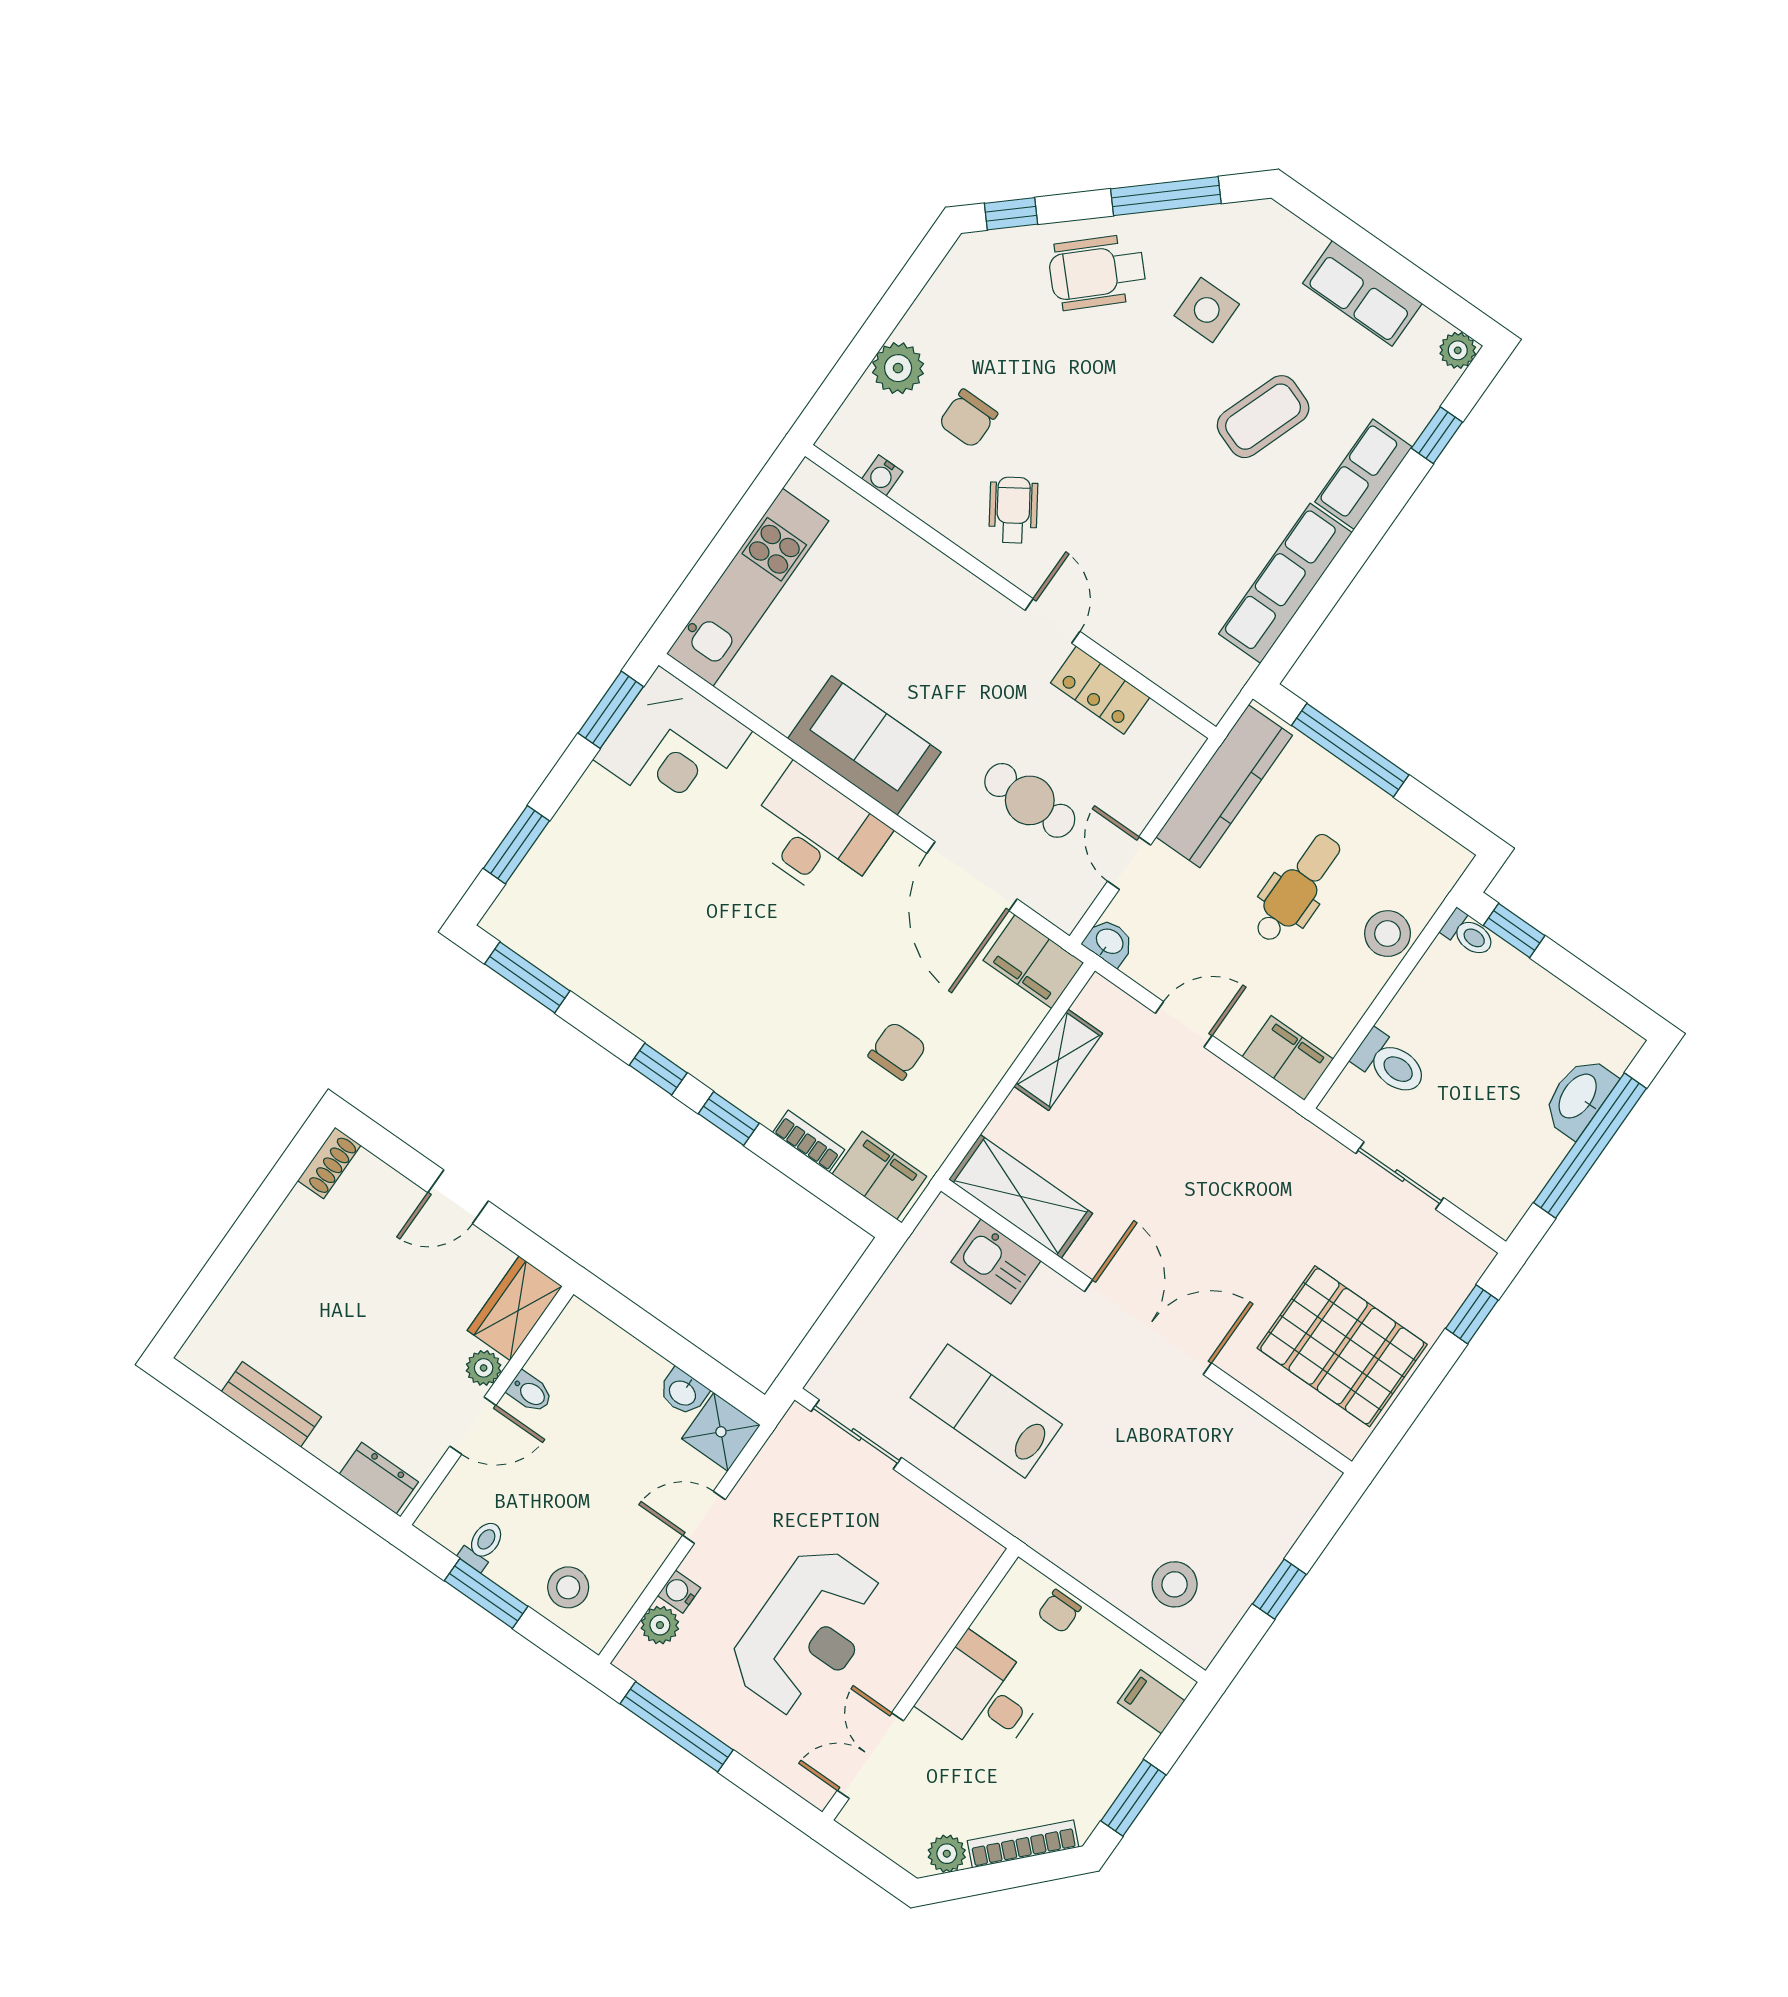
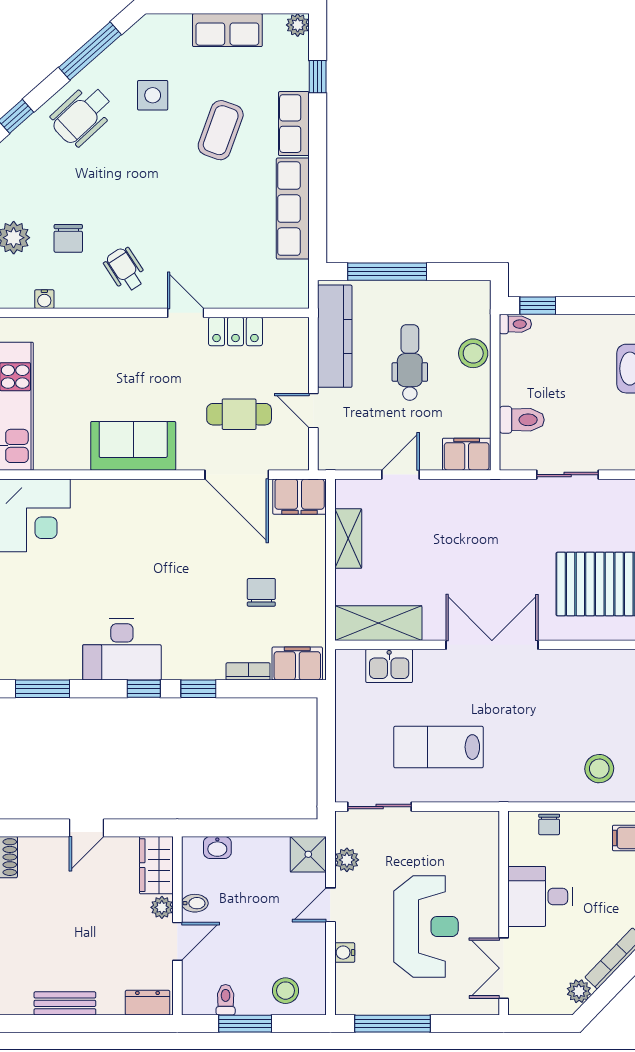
desk: (816, 834) -> (122, 649), moved, turned 180
washbasin: (1109, 942) -> (332, 459), removed
washbasin: (683, 1392) -> (217, 847), moved
plant: (660, 1625) -> (347, 860), moved

